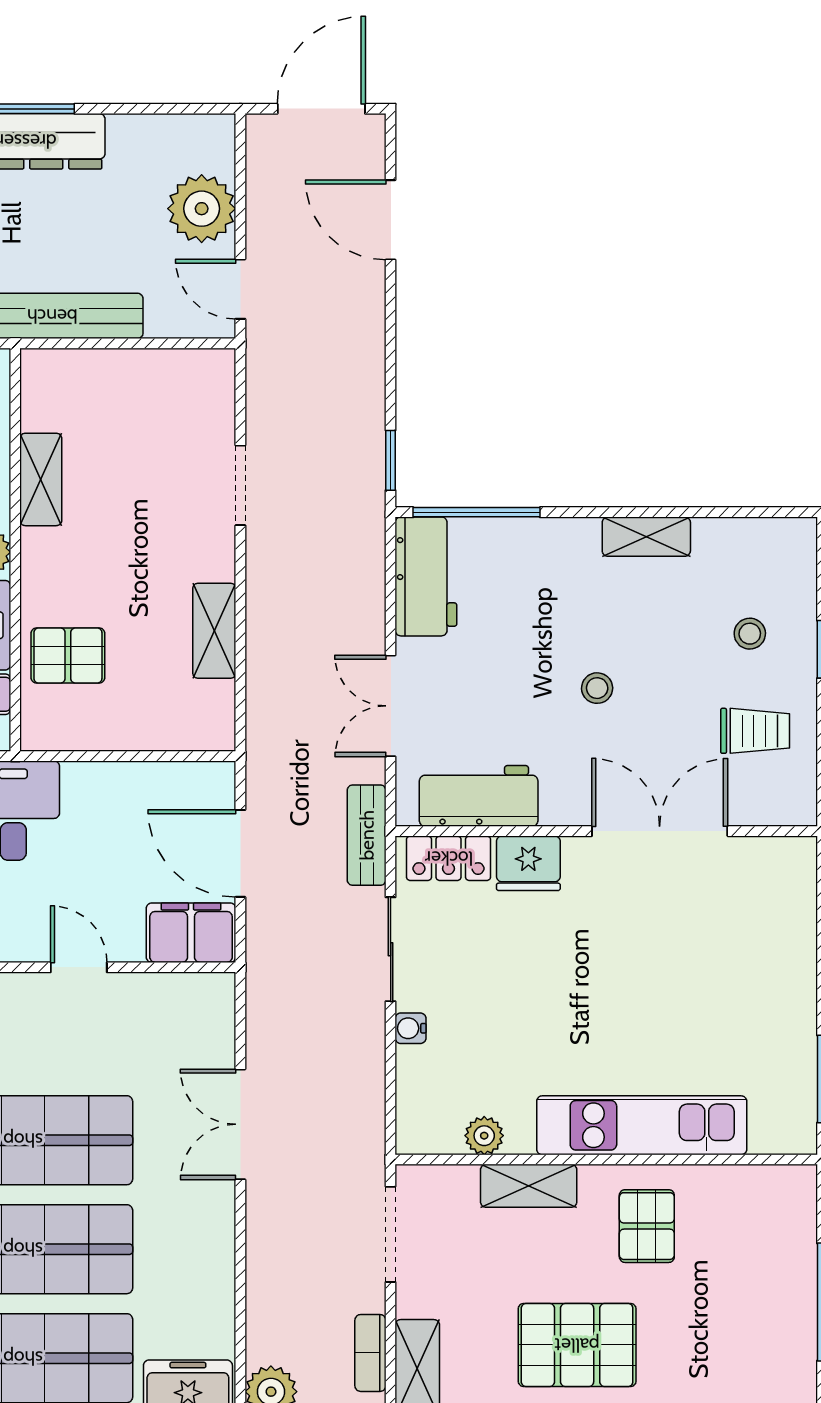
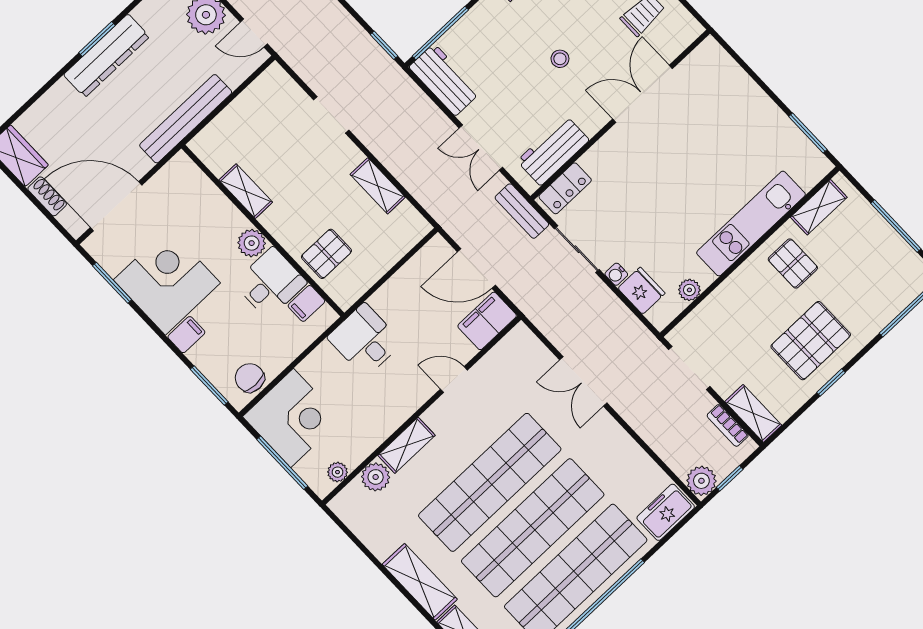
fridge: (528, 863) -> (641, 291), moved, turned -90
shelving: (529, 1186) -> (819, 207), moved

